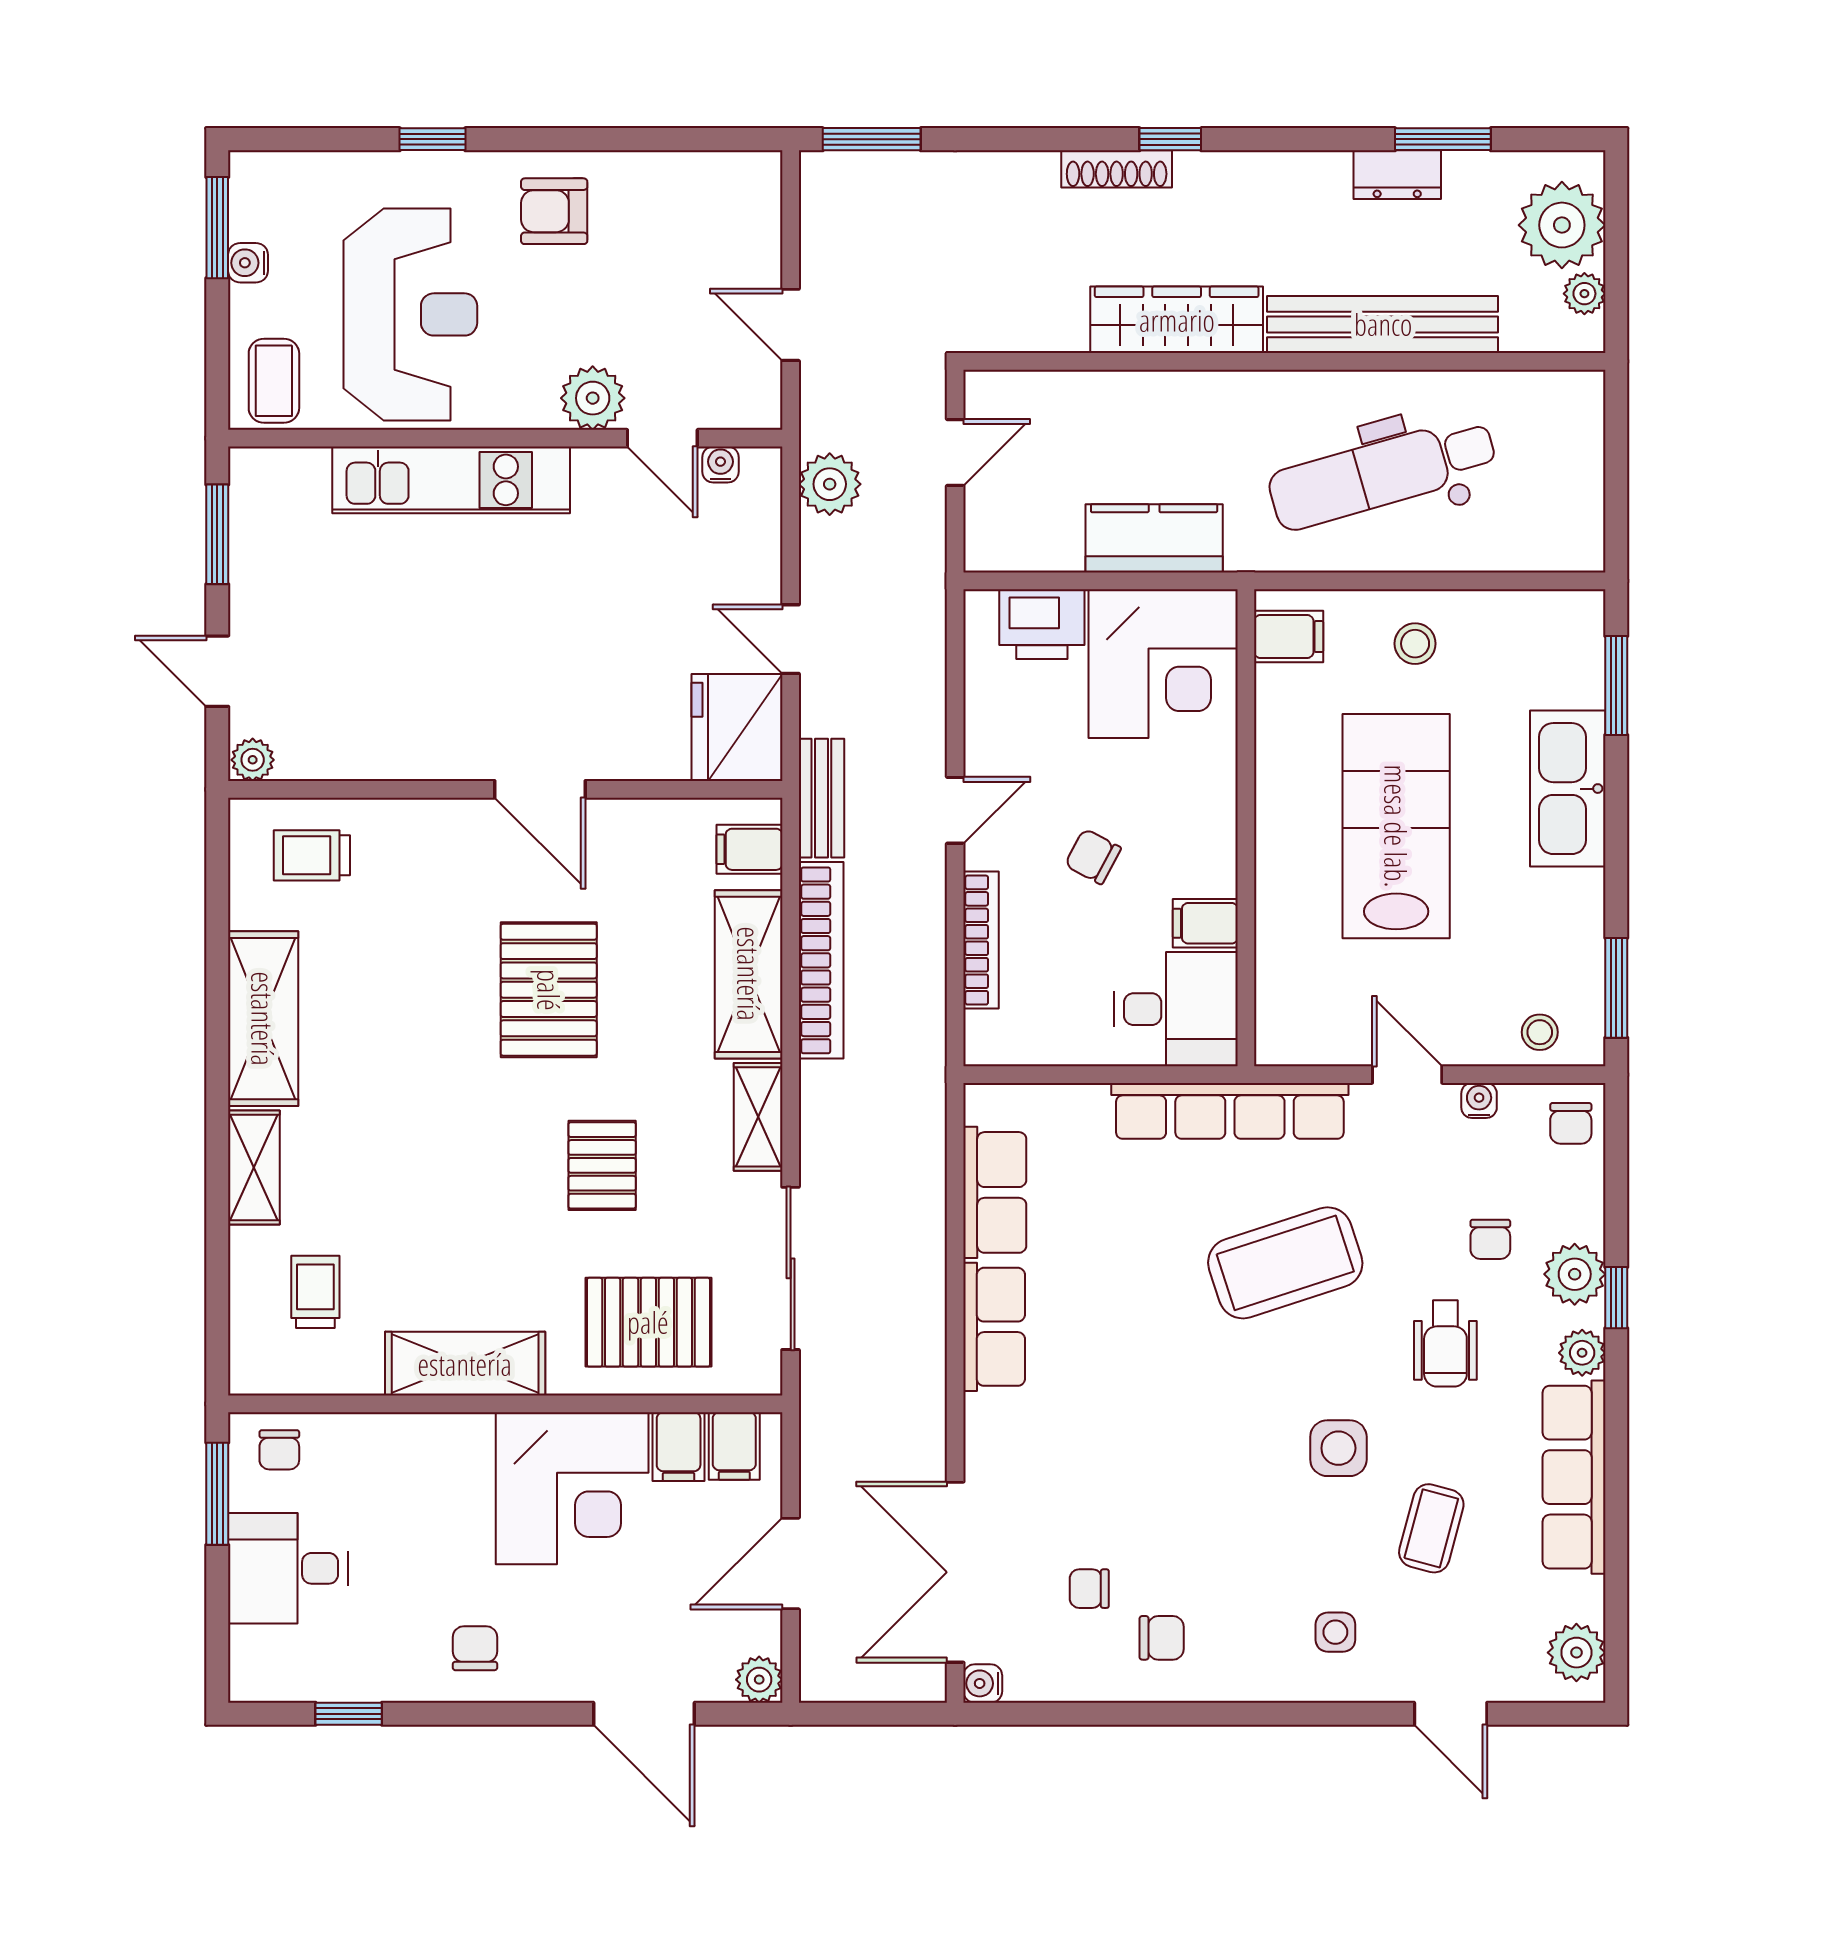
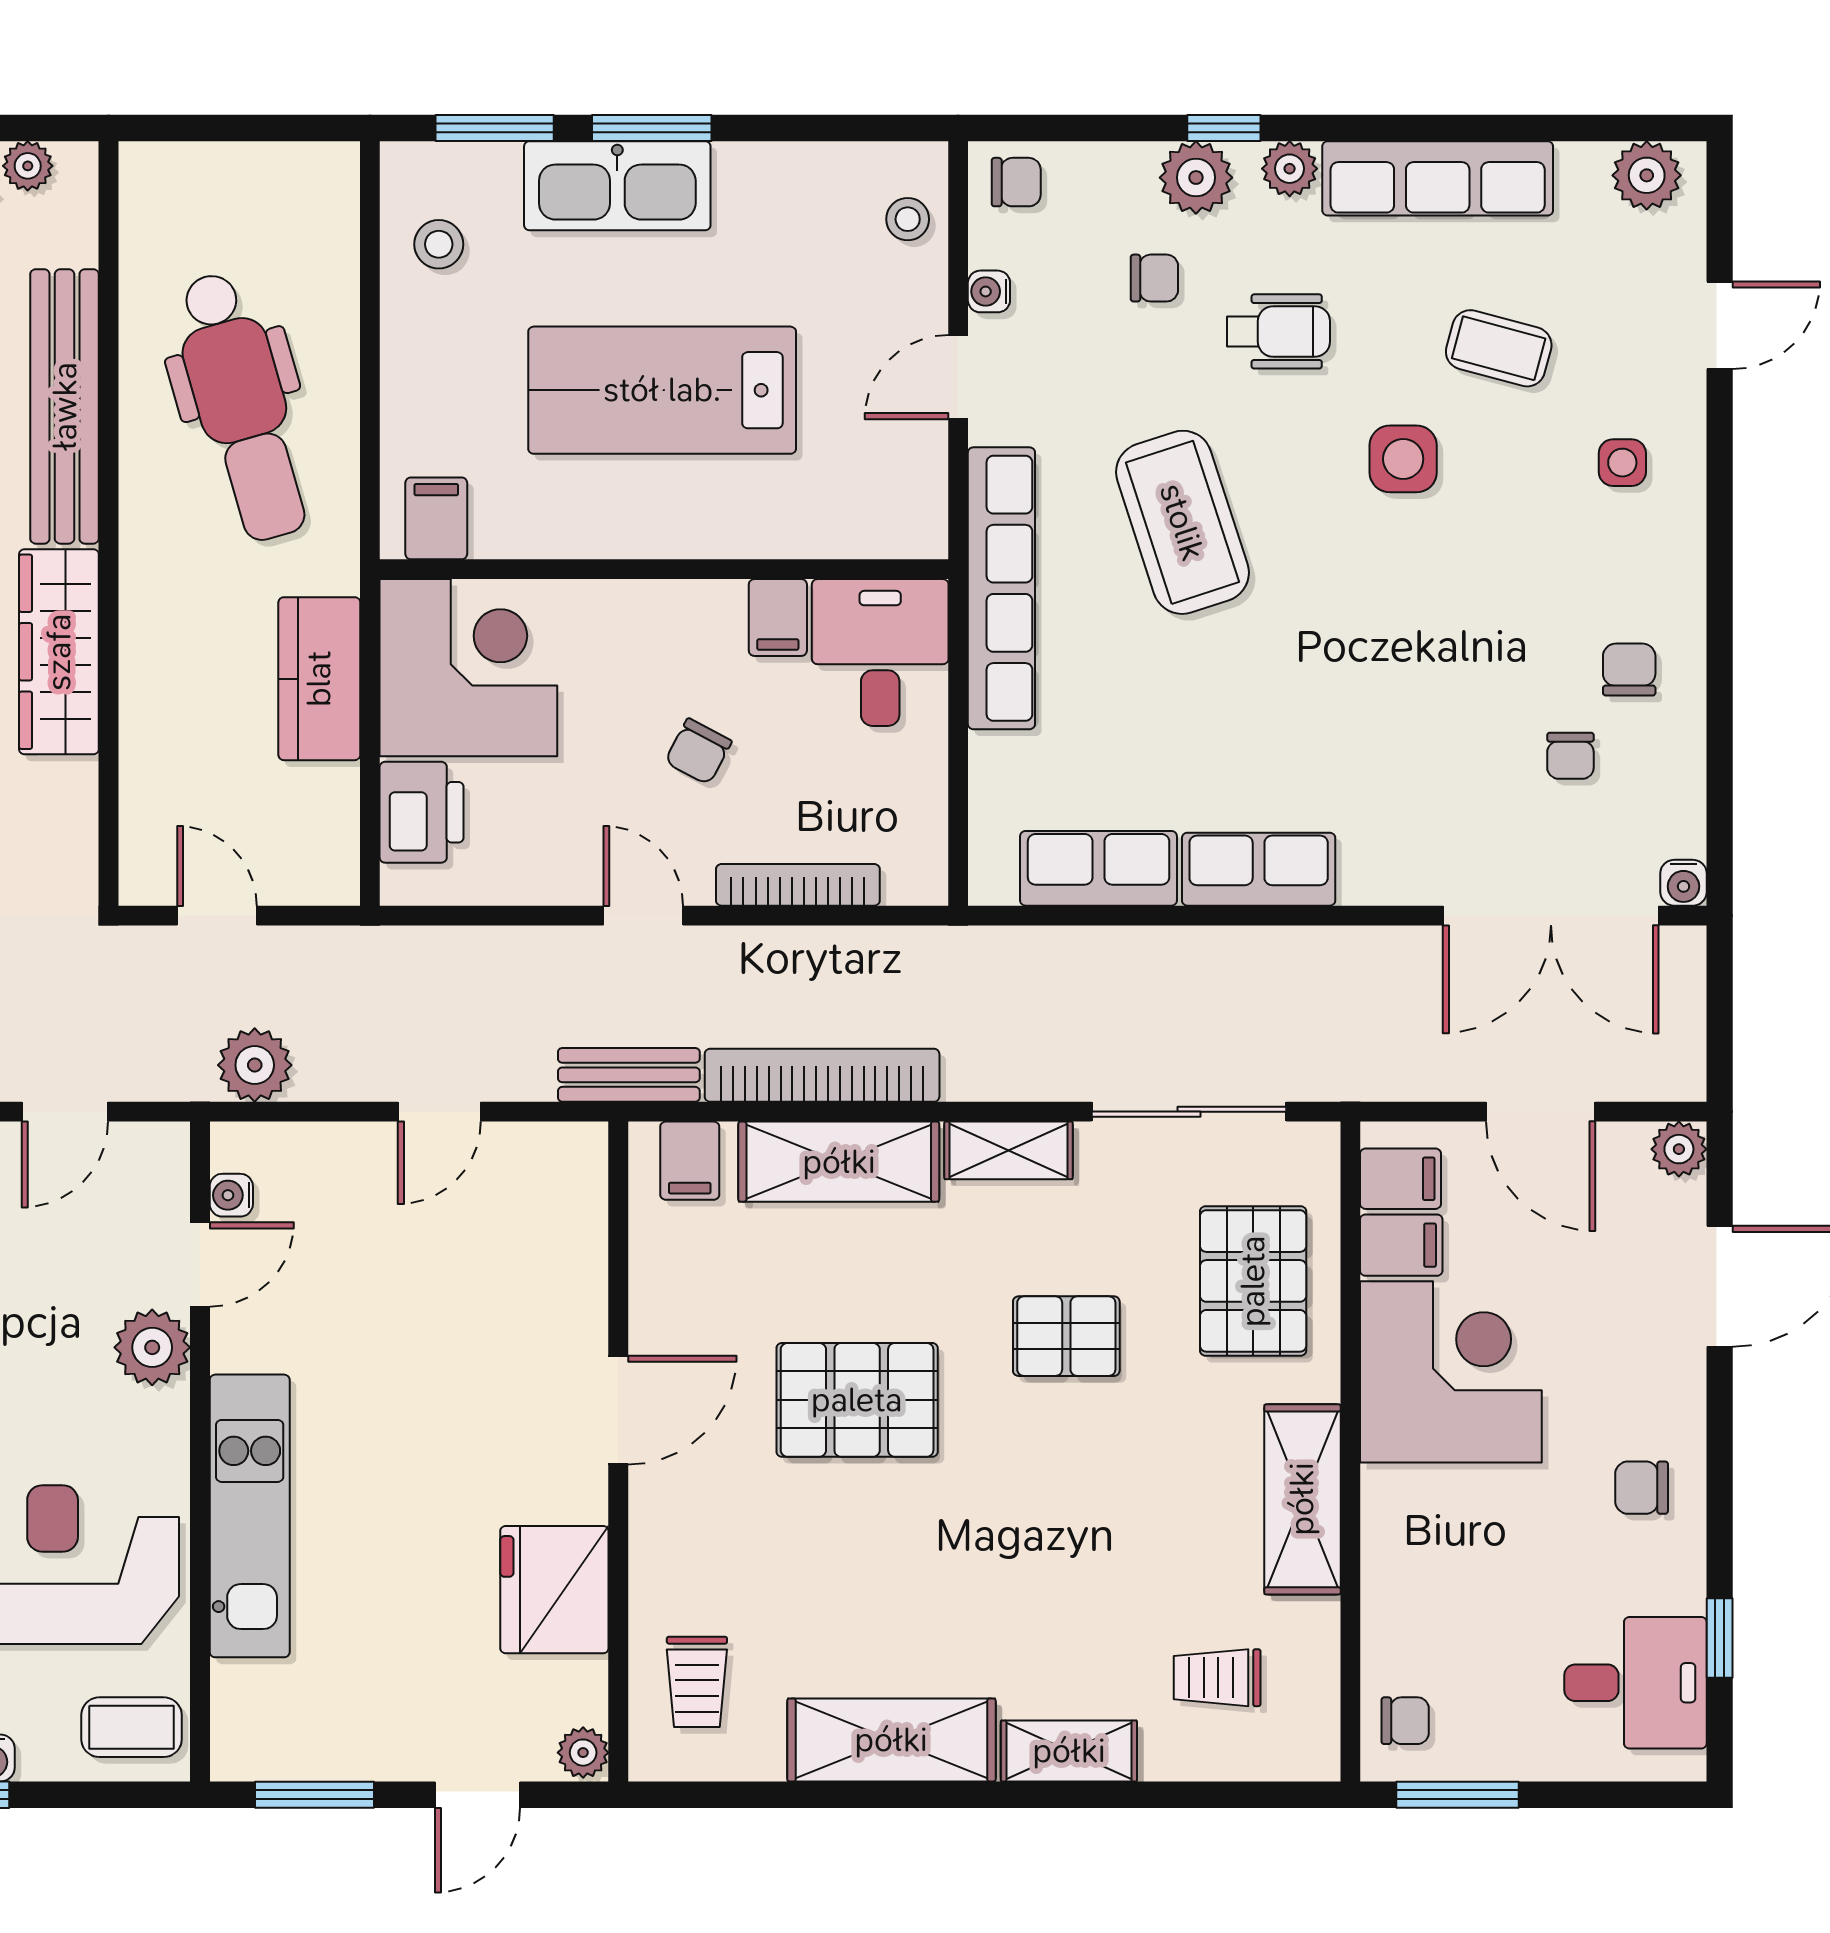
stool: (1415, 644) -> (439, 244), moved
fridge: (737, 728) -> (554, 1590), moved, turned 90
window: (1616, 988) -> (652, 128), moved
desk: (288, 1568) -> (1635, 1683), moved, turned -90

